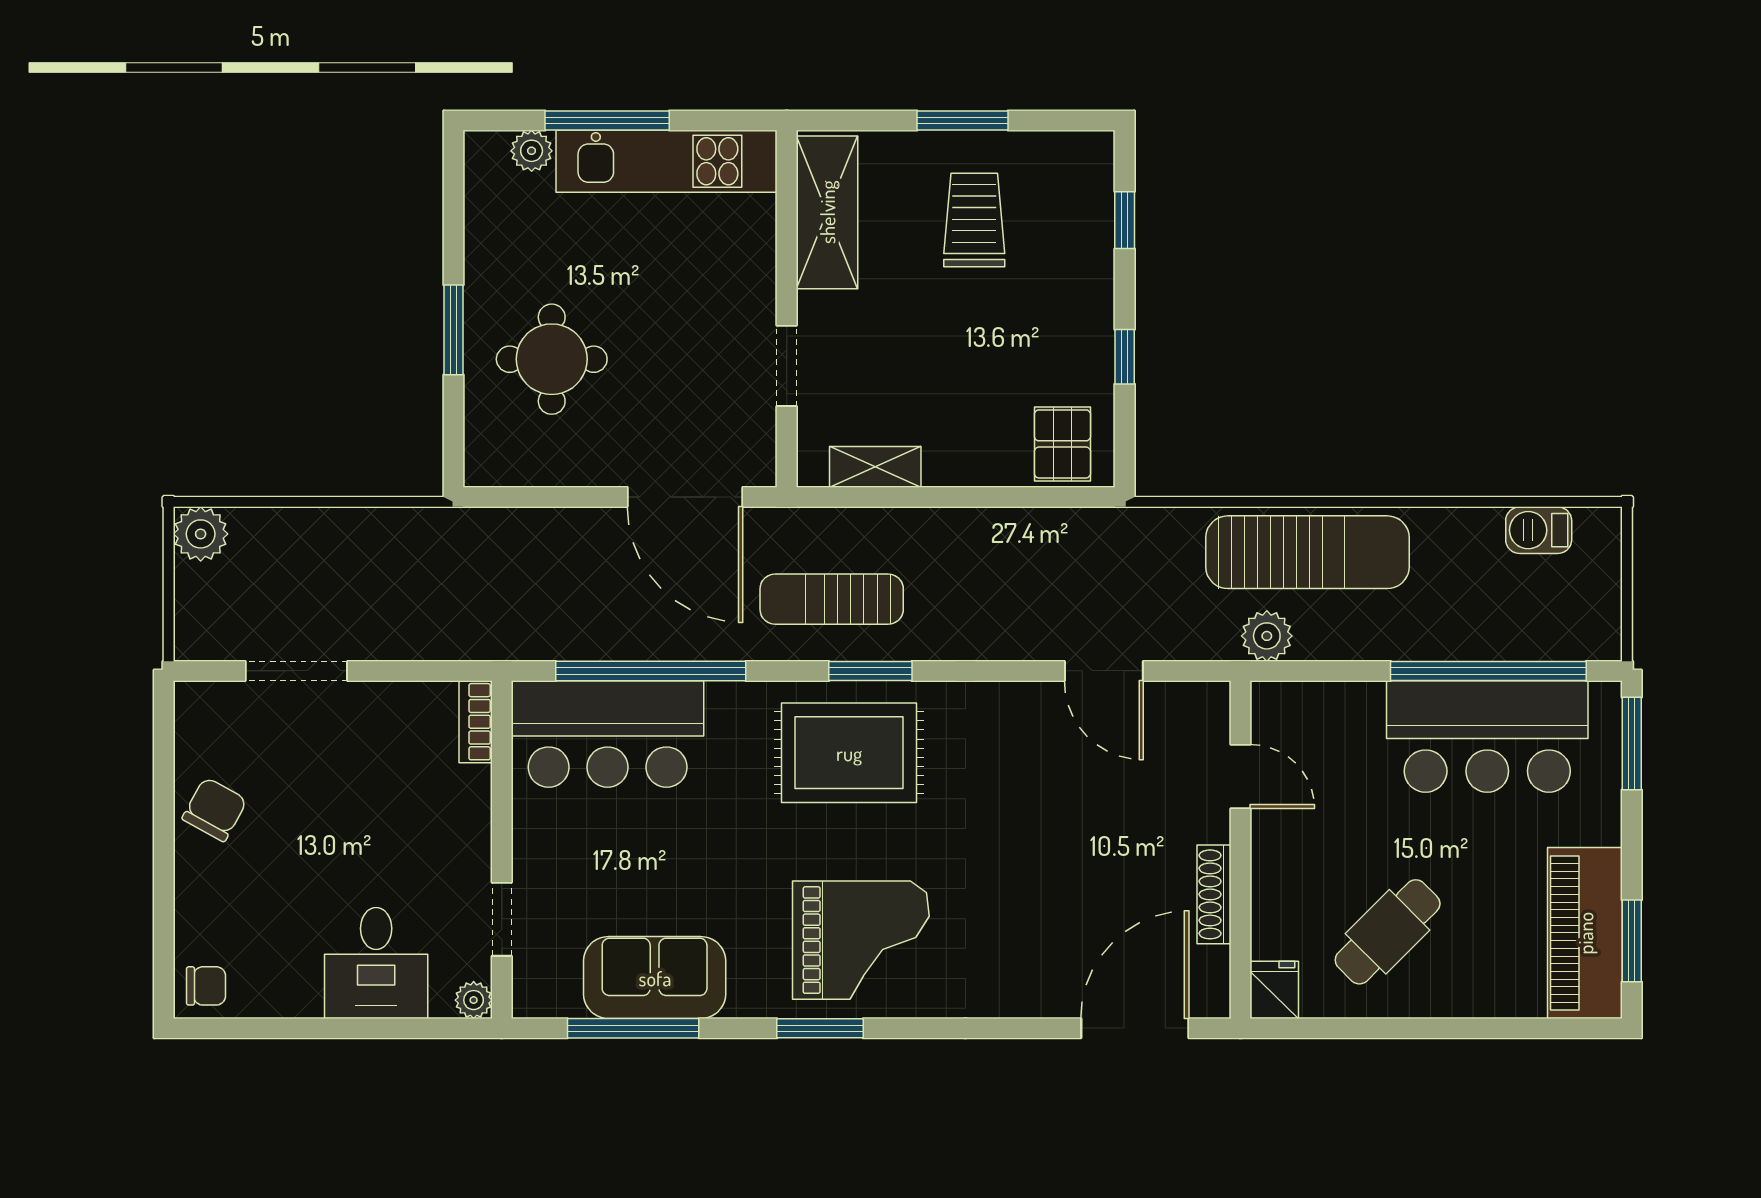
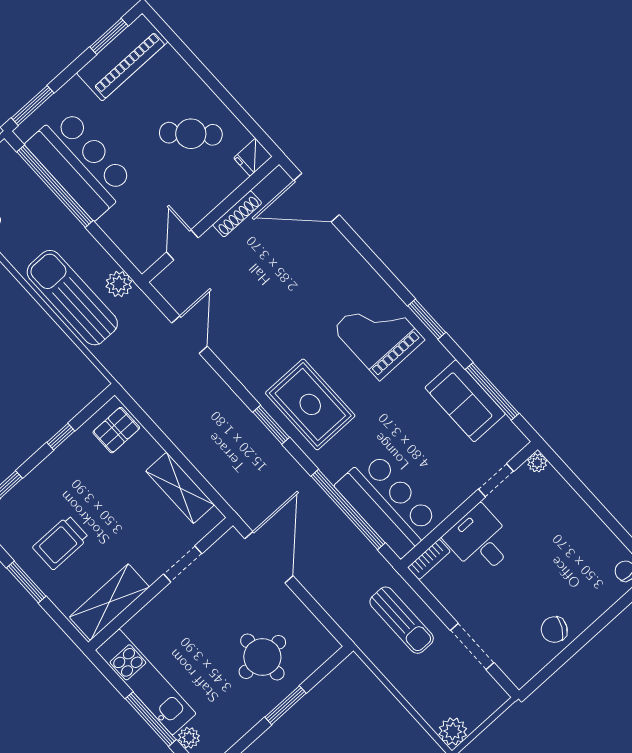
shelving: (875, 467) -> (180, 488), width x1.50, depth x1.33
sun lounger: (832, 599) -> (402, 620), moved
desk: (376, 963) -> (480, 541), moved, turned -90

